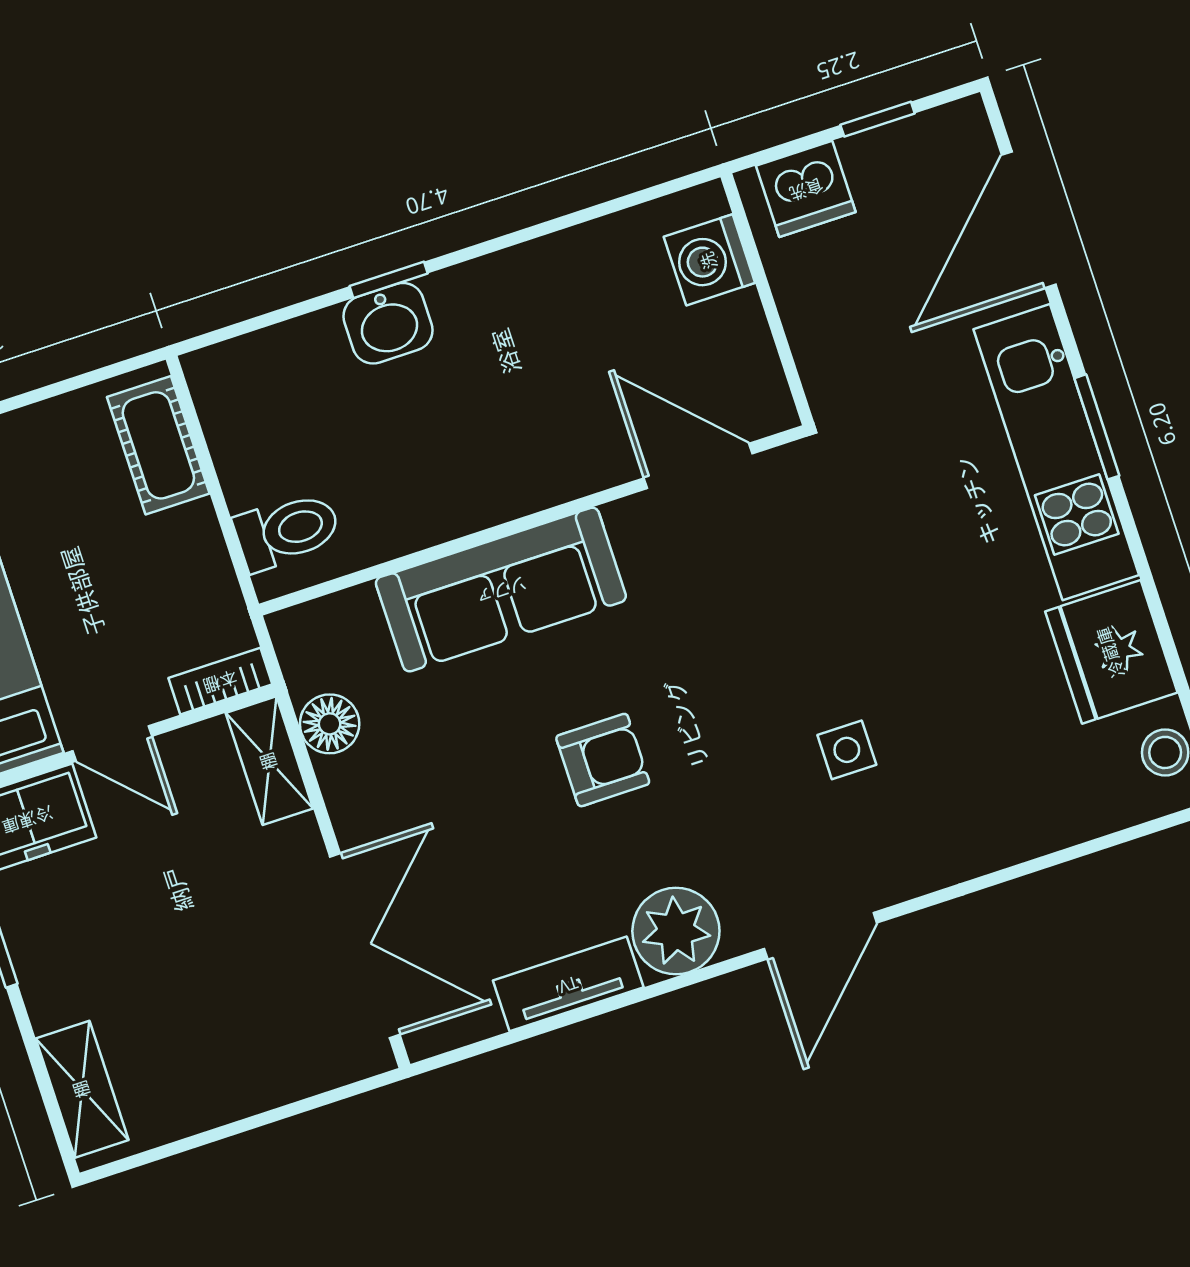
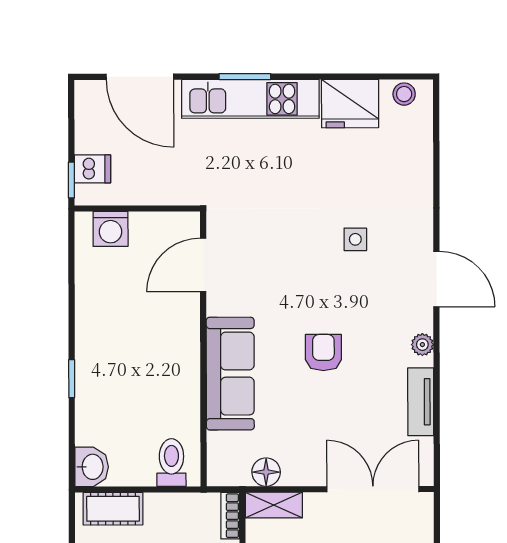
window: (878, 119) -> (71, 180), moved
dishwasher: (806, 189) -> (92, 169), width x0.73
washbasin: (388, 323) -> (92, 467), moved
plant: (676, 931) -> (422, 345), width x0.53, depth x0.53

